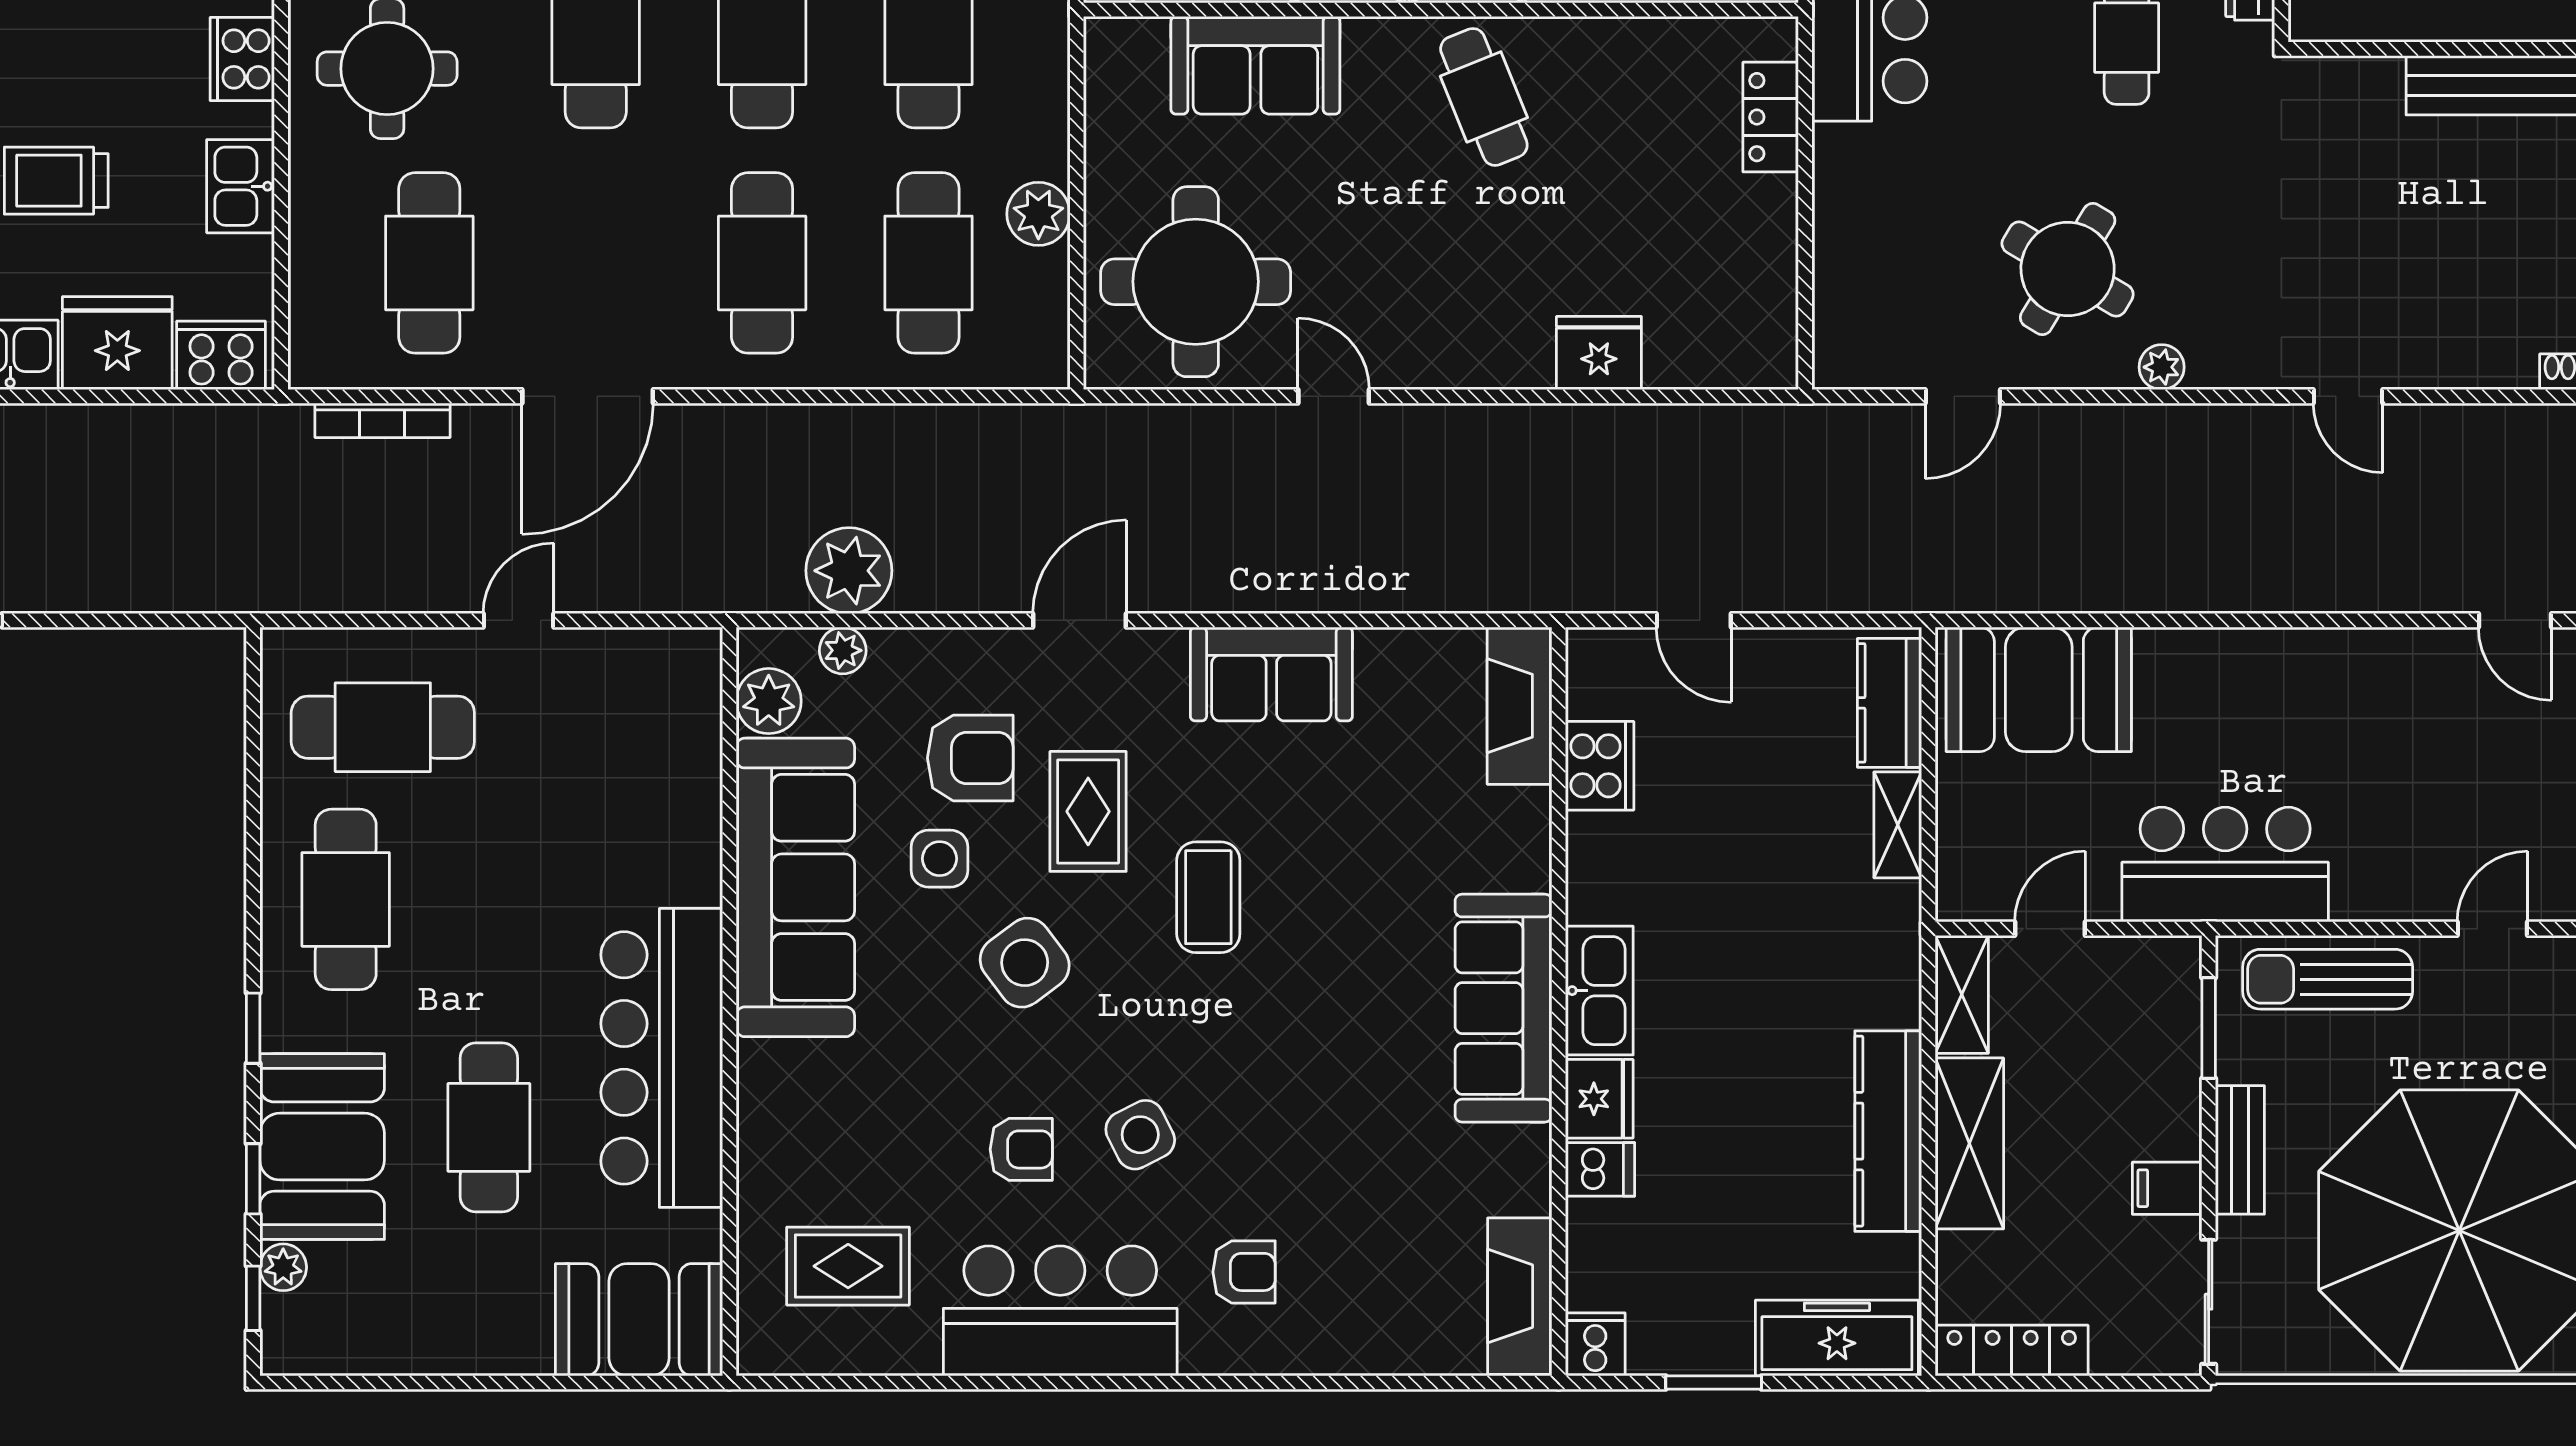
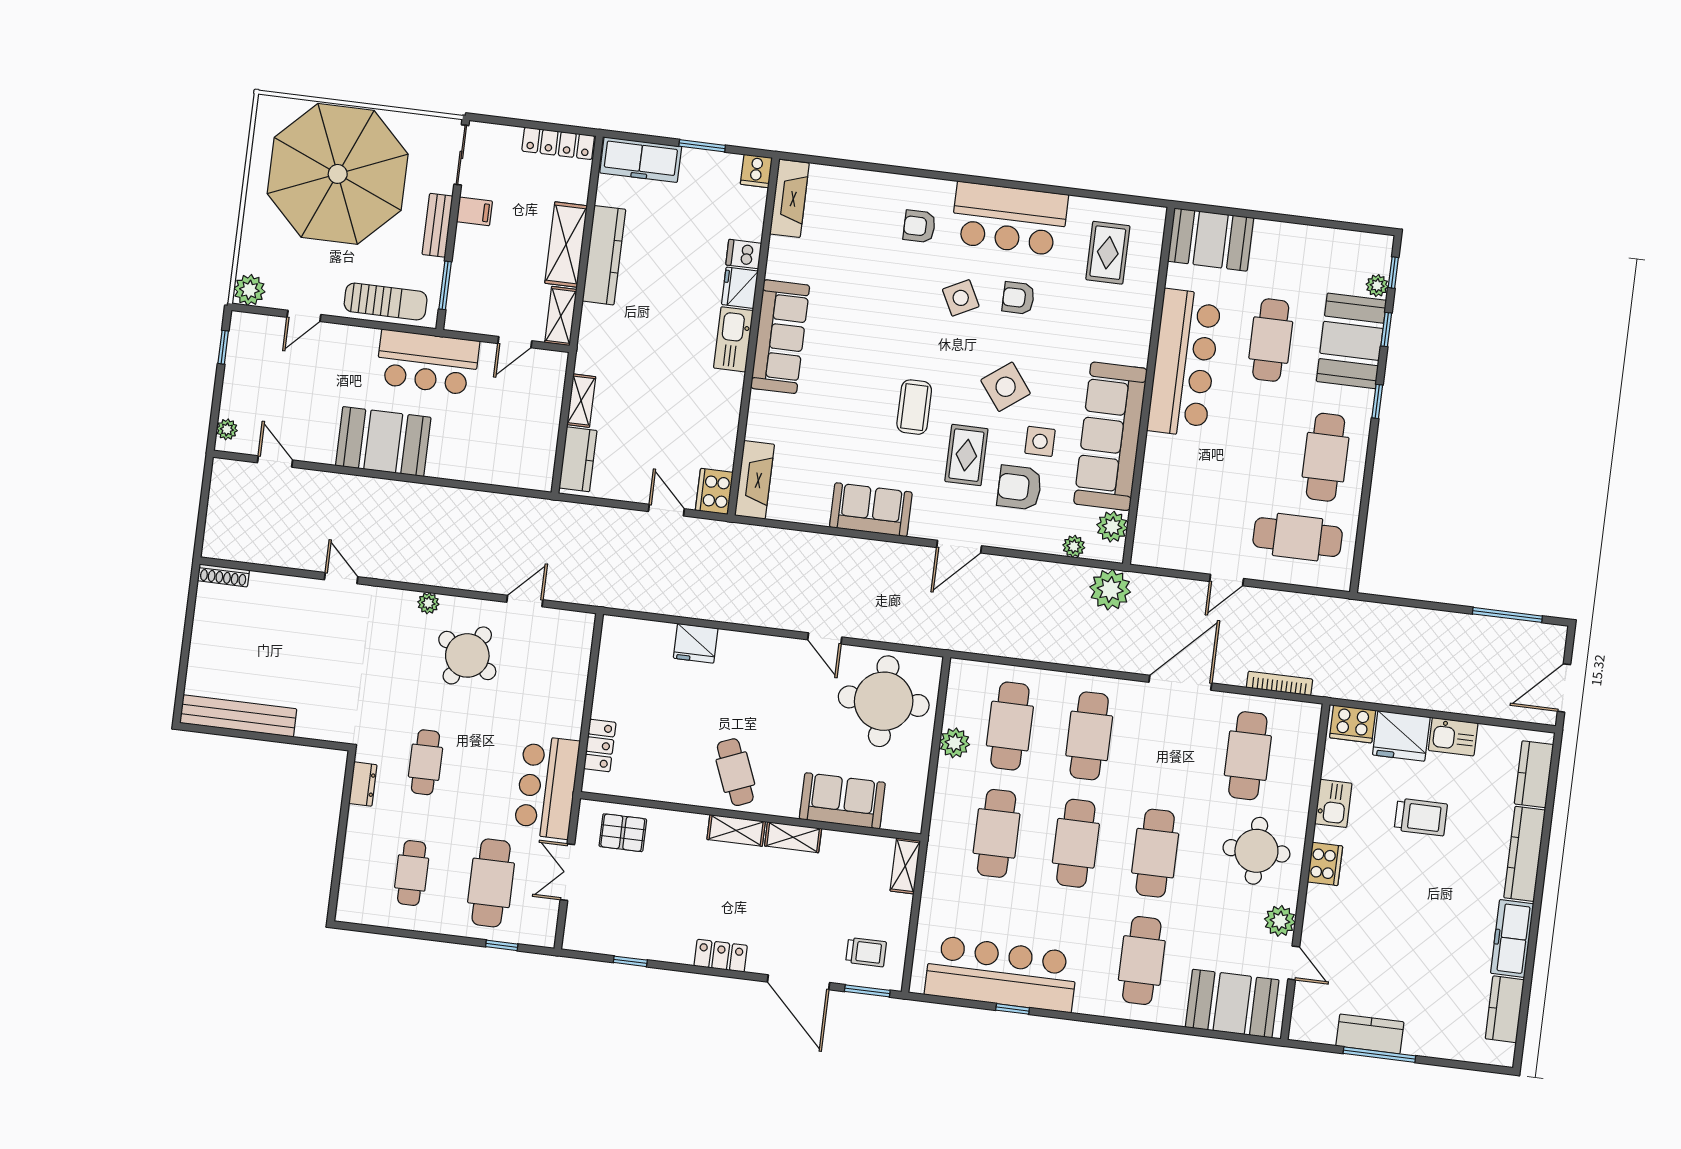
plant: (849, 571) -> (1110, 590), moved
booth: (2039, 689) -> (383, 442), moved
cooker: (1600, 766) -> (714, 491), moved
rug: (848, 1266) -> (1108, 253), turned 90

